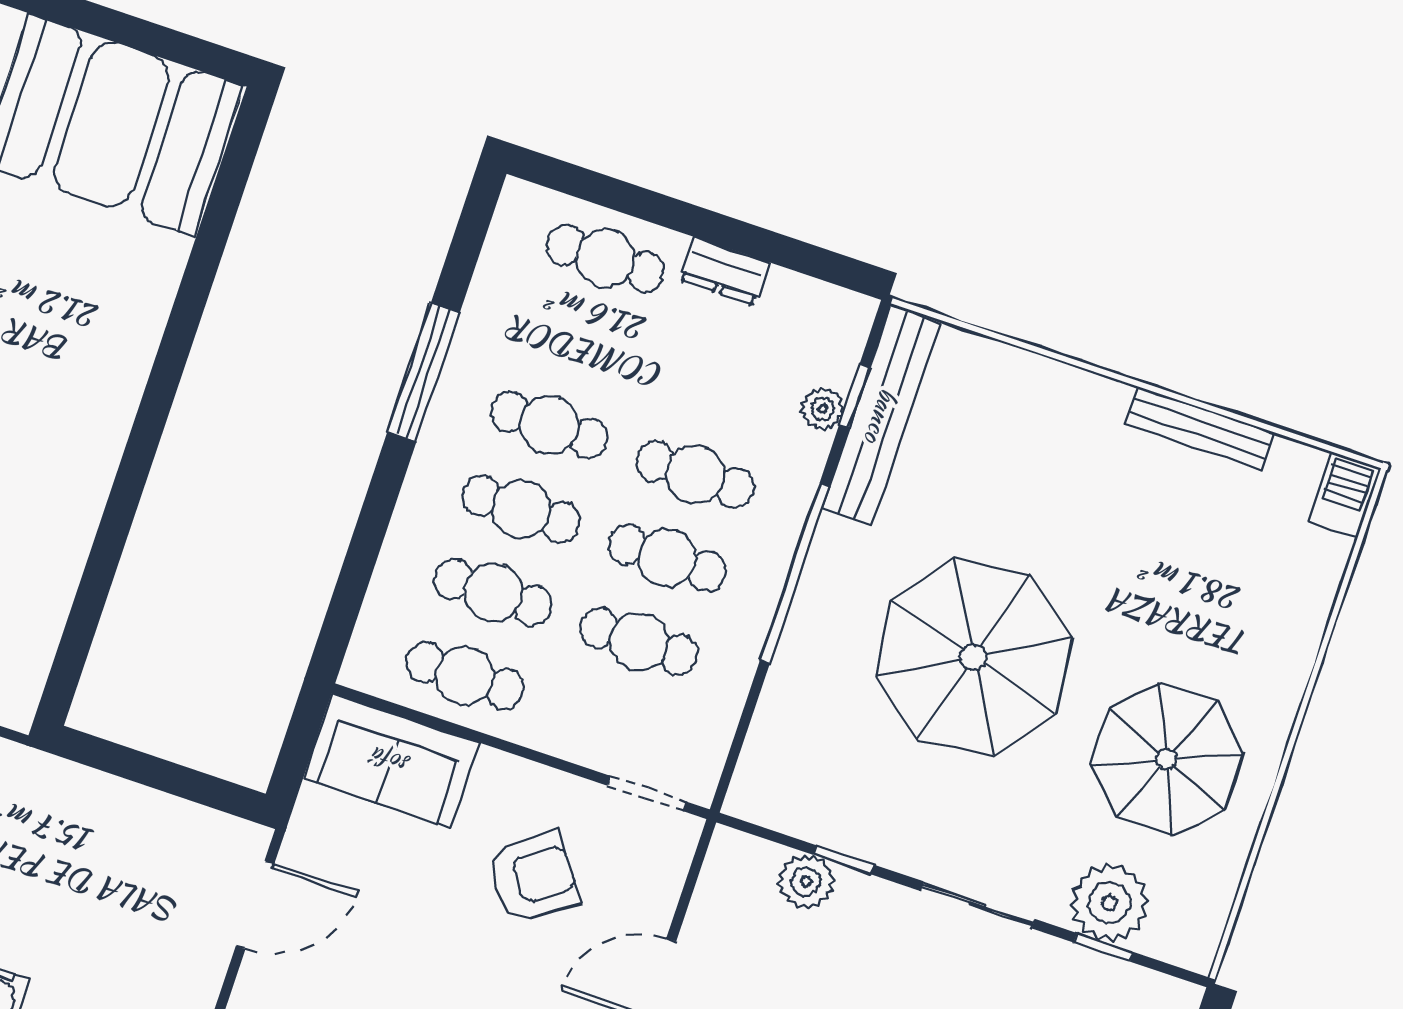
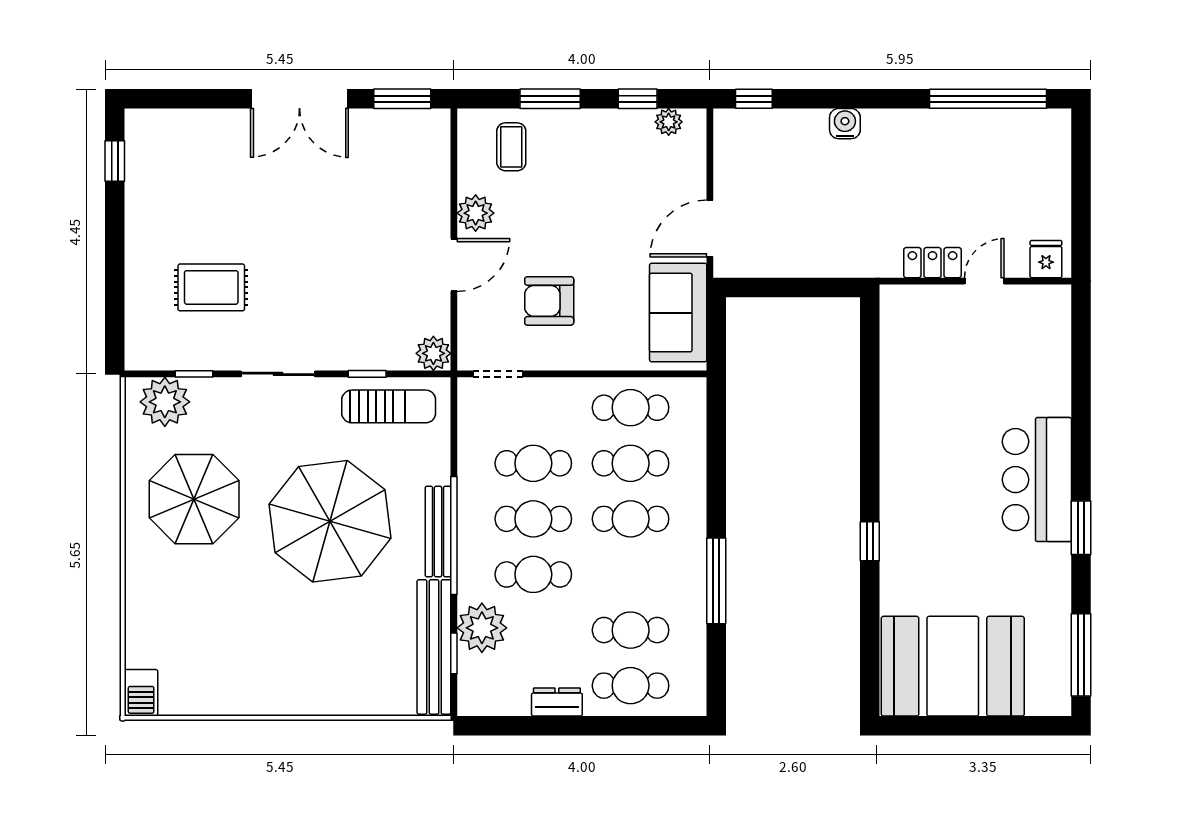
window: (173, 354) -> (870, 541), added
plant: (823, 409) -> (482, 628), width x1.87, depth x1.87
cafe table: (549, 425) -> (631, 630), moved
bench: (1200, 428) -> (438, 532), moved, turned 90
sofa: (391, 761) -> (678, 313), moved, turned -90
sun lounger: (828, 800) -> (389, 406), added
armchair: (533, 877) -> (549, 301), turned 36
plant: (806, 881) -> (433, 353), moved
plant: (1110, 903) -> (165, 402), moved

